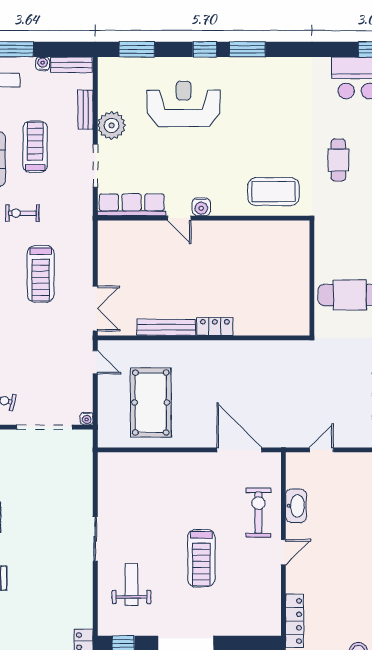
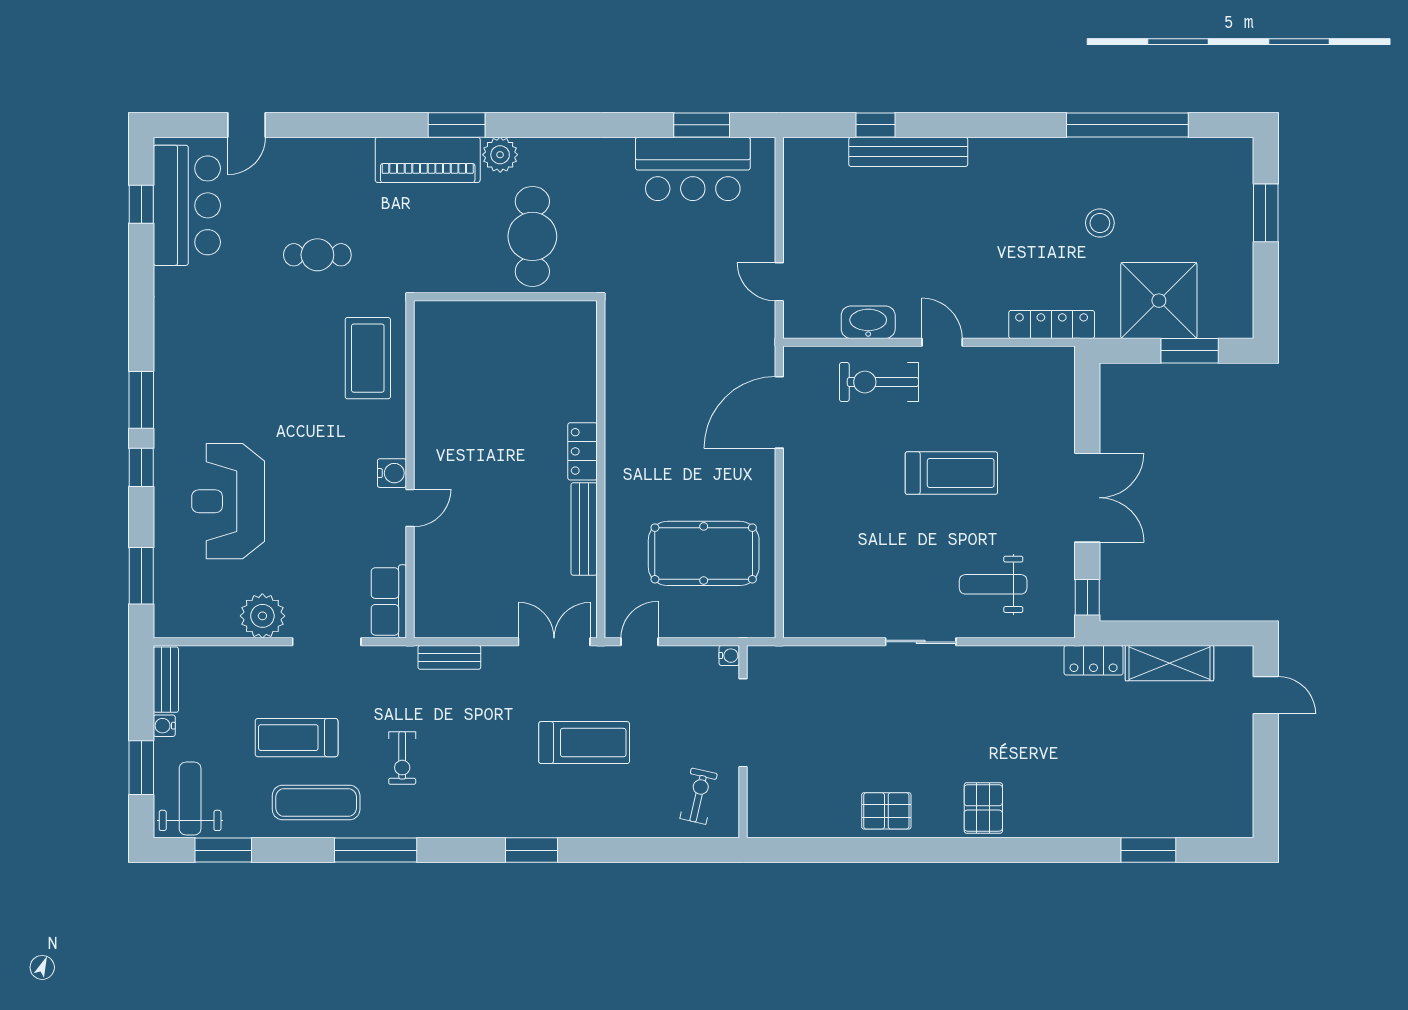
bench: (85, 110) -> (449, 657), moved
row of seats: (132, 205) -> (389, 601), width x0.68
treadmill: (41, 274) -> (584, 743), moved

